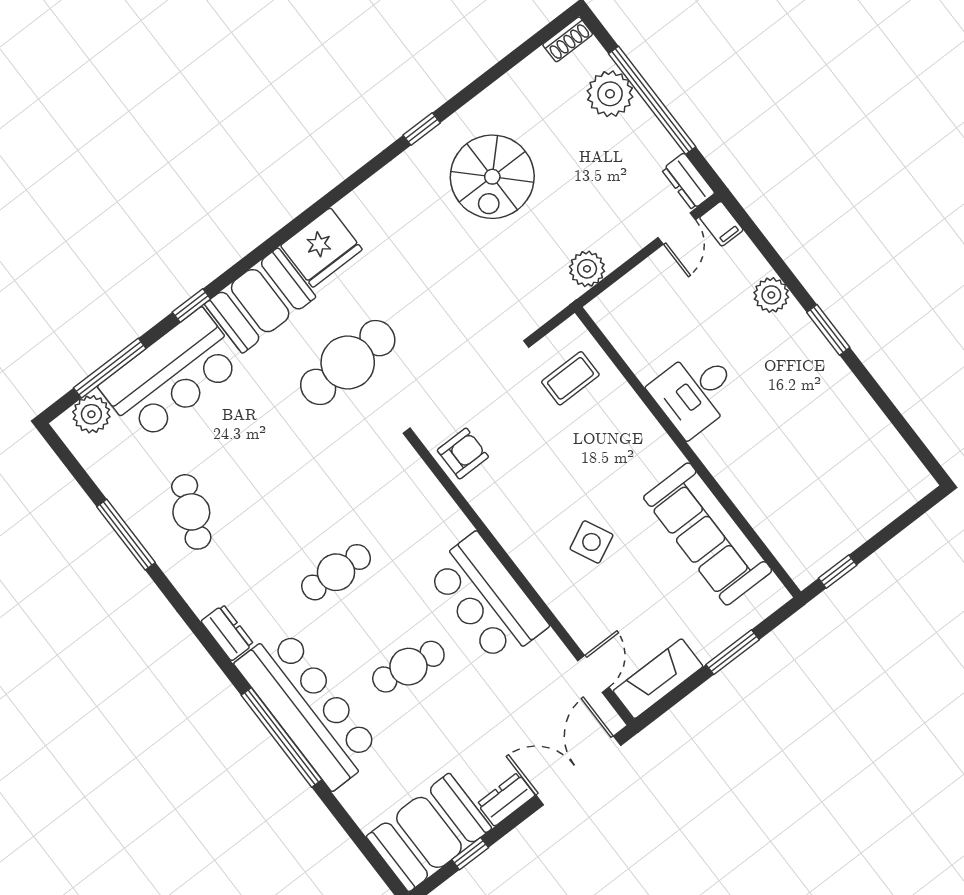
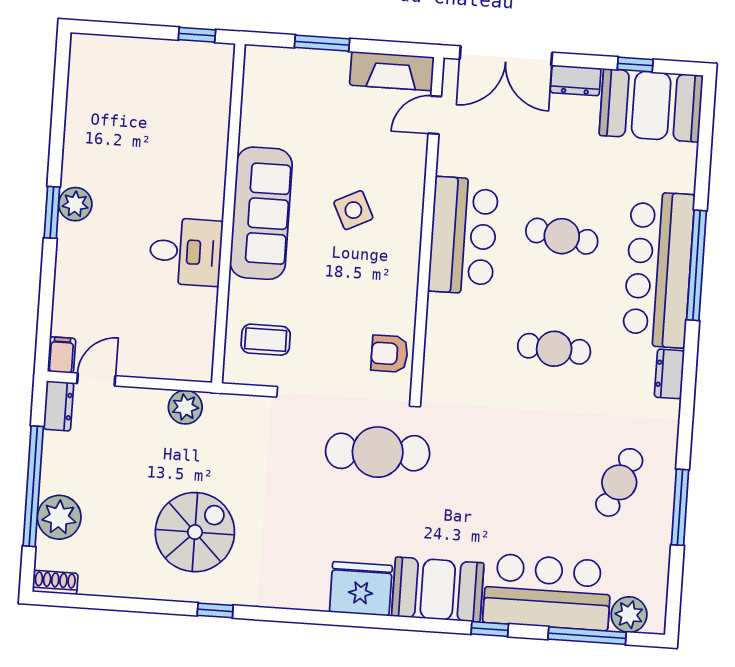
plant: (771, 295) -> (75, 204), moved
cafe table: (348, 362) -> (378, 452), moved
sofa: (708, 534) -> (261, 213), moved

